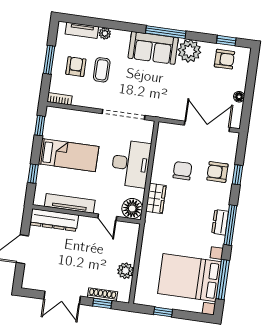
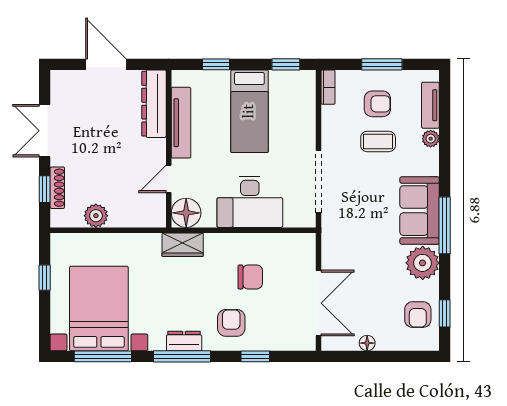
armchair: (217, 172) -> (231, 323), moved
wardrobe: (156, 198) -> (183, 245), moved

